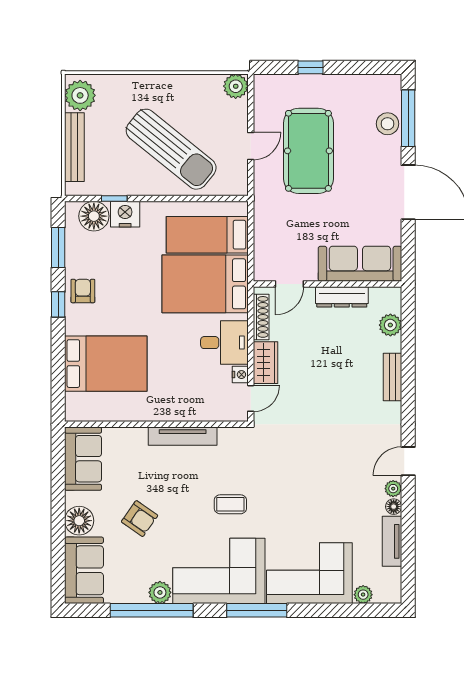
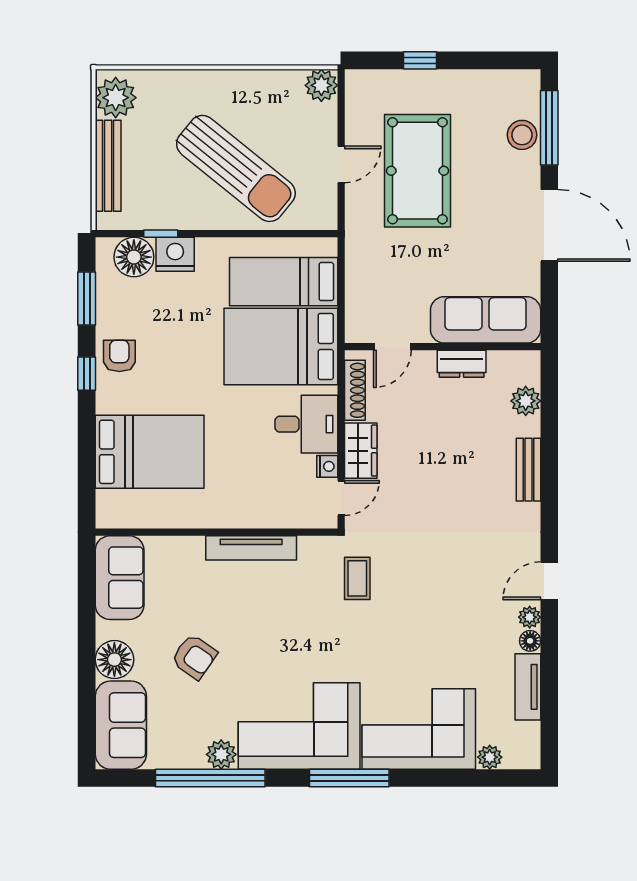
dresser: (342, 297) -> (462, 364), width x0.70
coffee table: (230, 504) -> (357, 578), moved, turned 90

